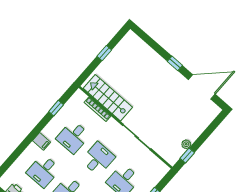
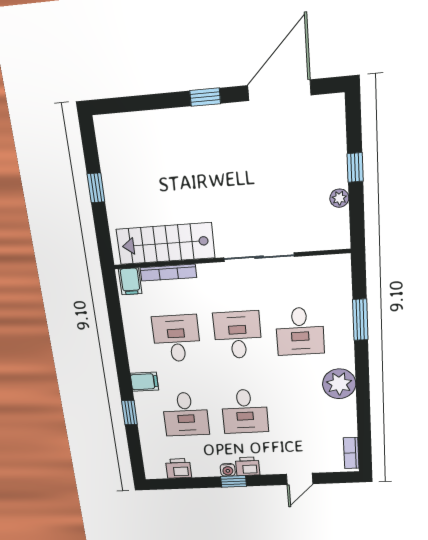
filing cabinet: (79, 98) -> (130, 281), added
window: (56, 108) -> (129, 413), moved
desk: (73, 137) -> (176, 338), turned 180
window: (187, 156) -> (355, 167), moved

